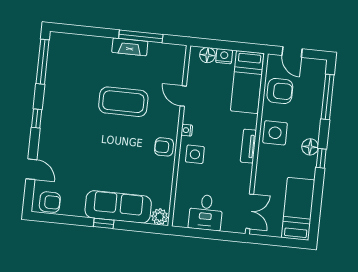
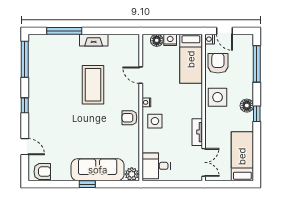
window: (141, 36) -> (64, 31), moved
nightstand: (273, 60) -> (210, 39), added
armchair: (280, 91) -> (218, 63), turned -90
coffee table: (123, 102) -> (93, 85), turned 90
tv unit: (248, 146) -> (197, 132), moved
desk: (206, 212) -> (156, 166), moved, turned 90

